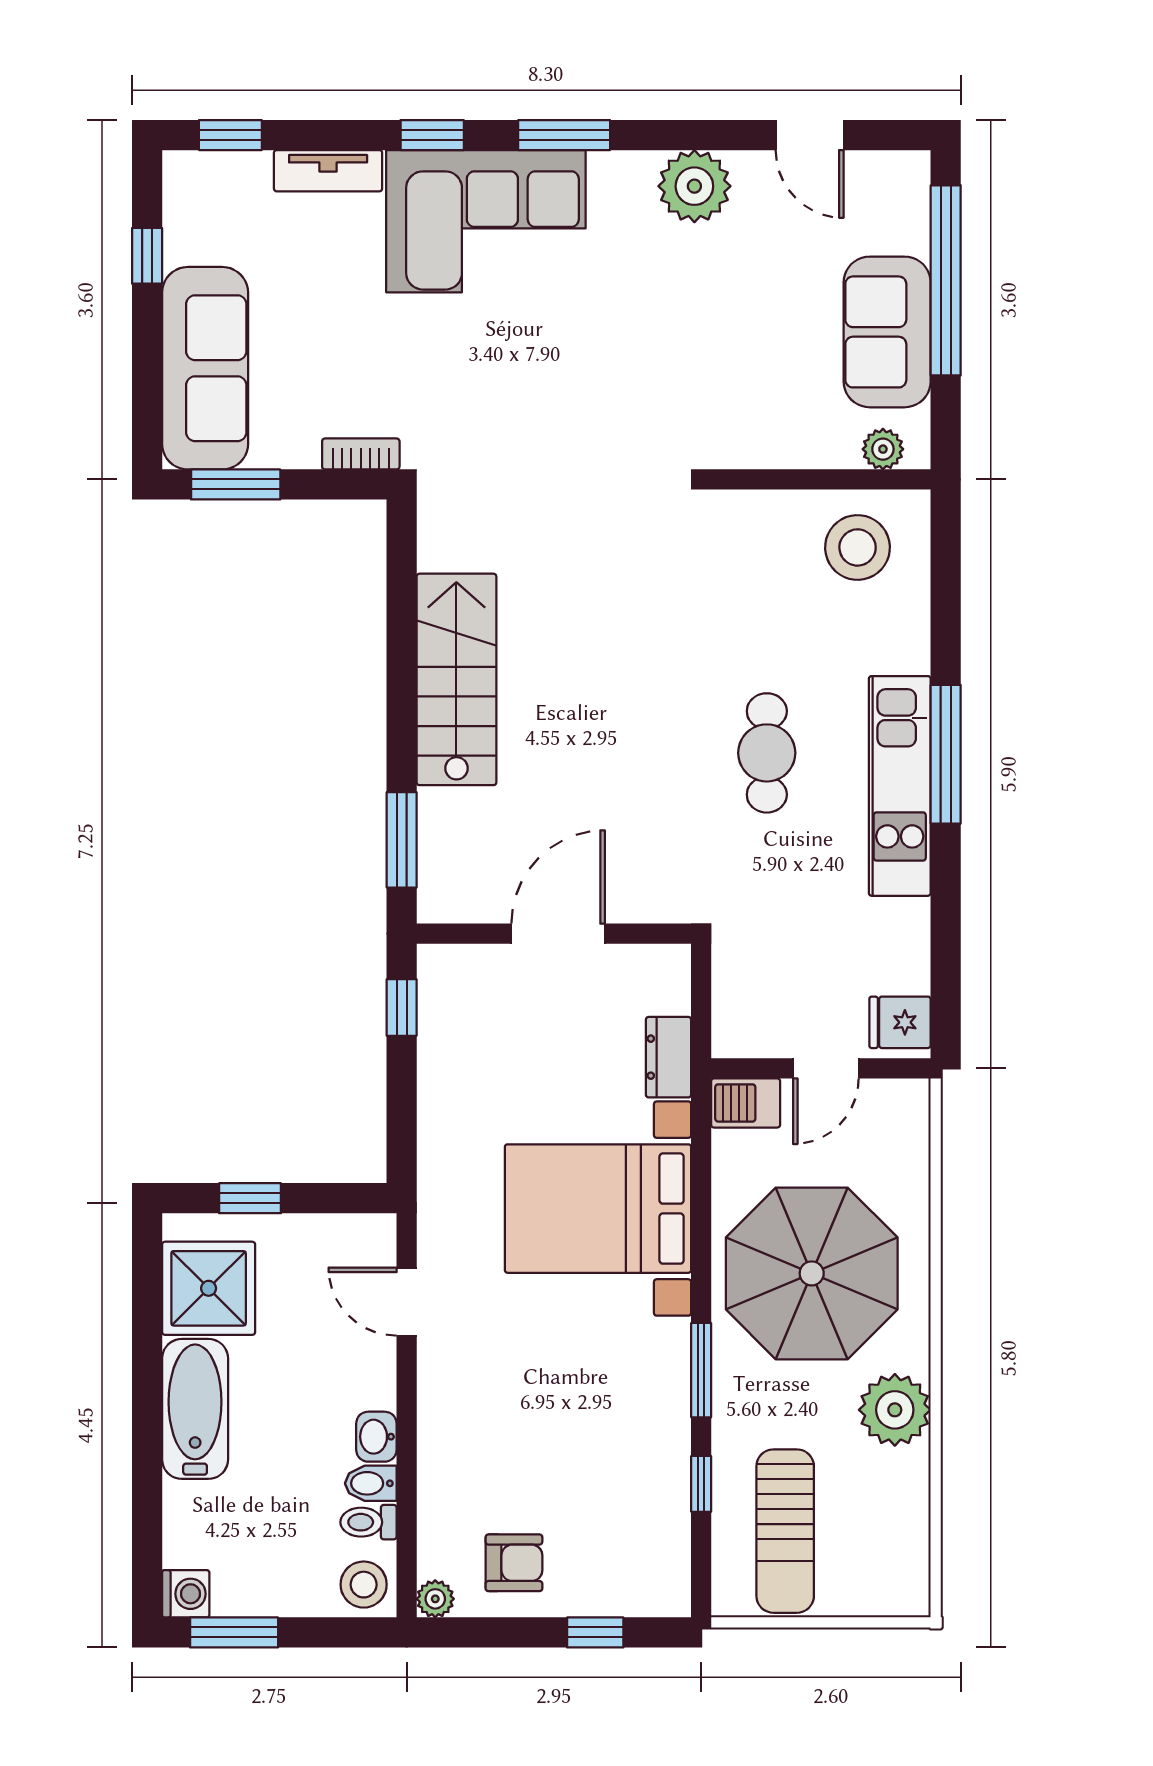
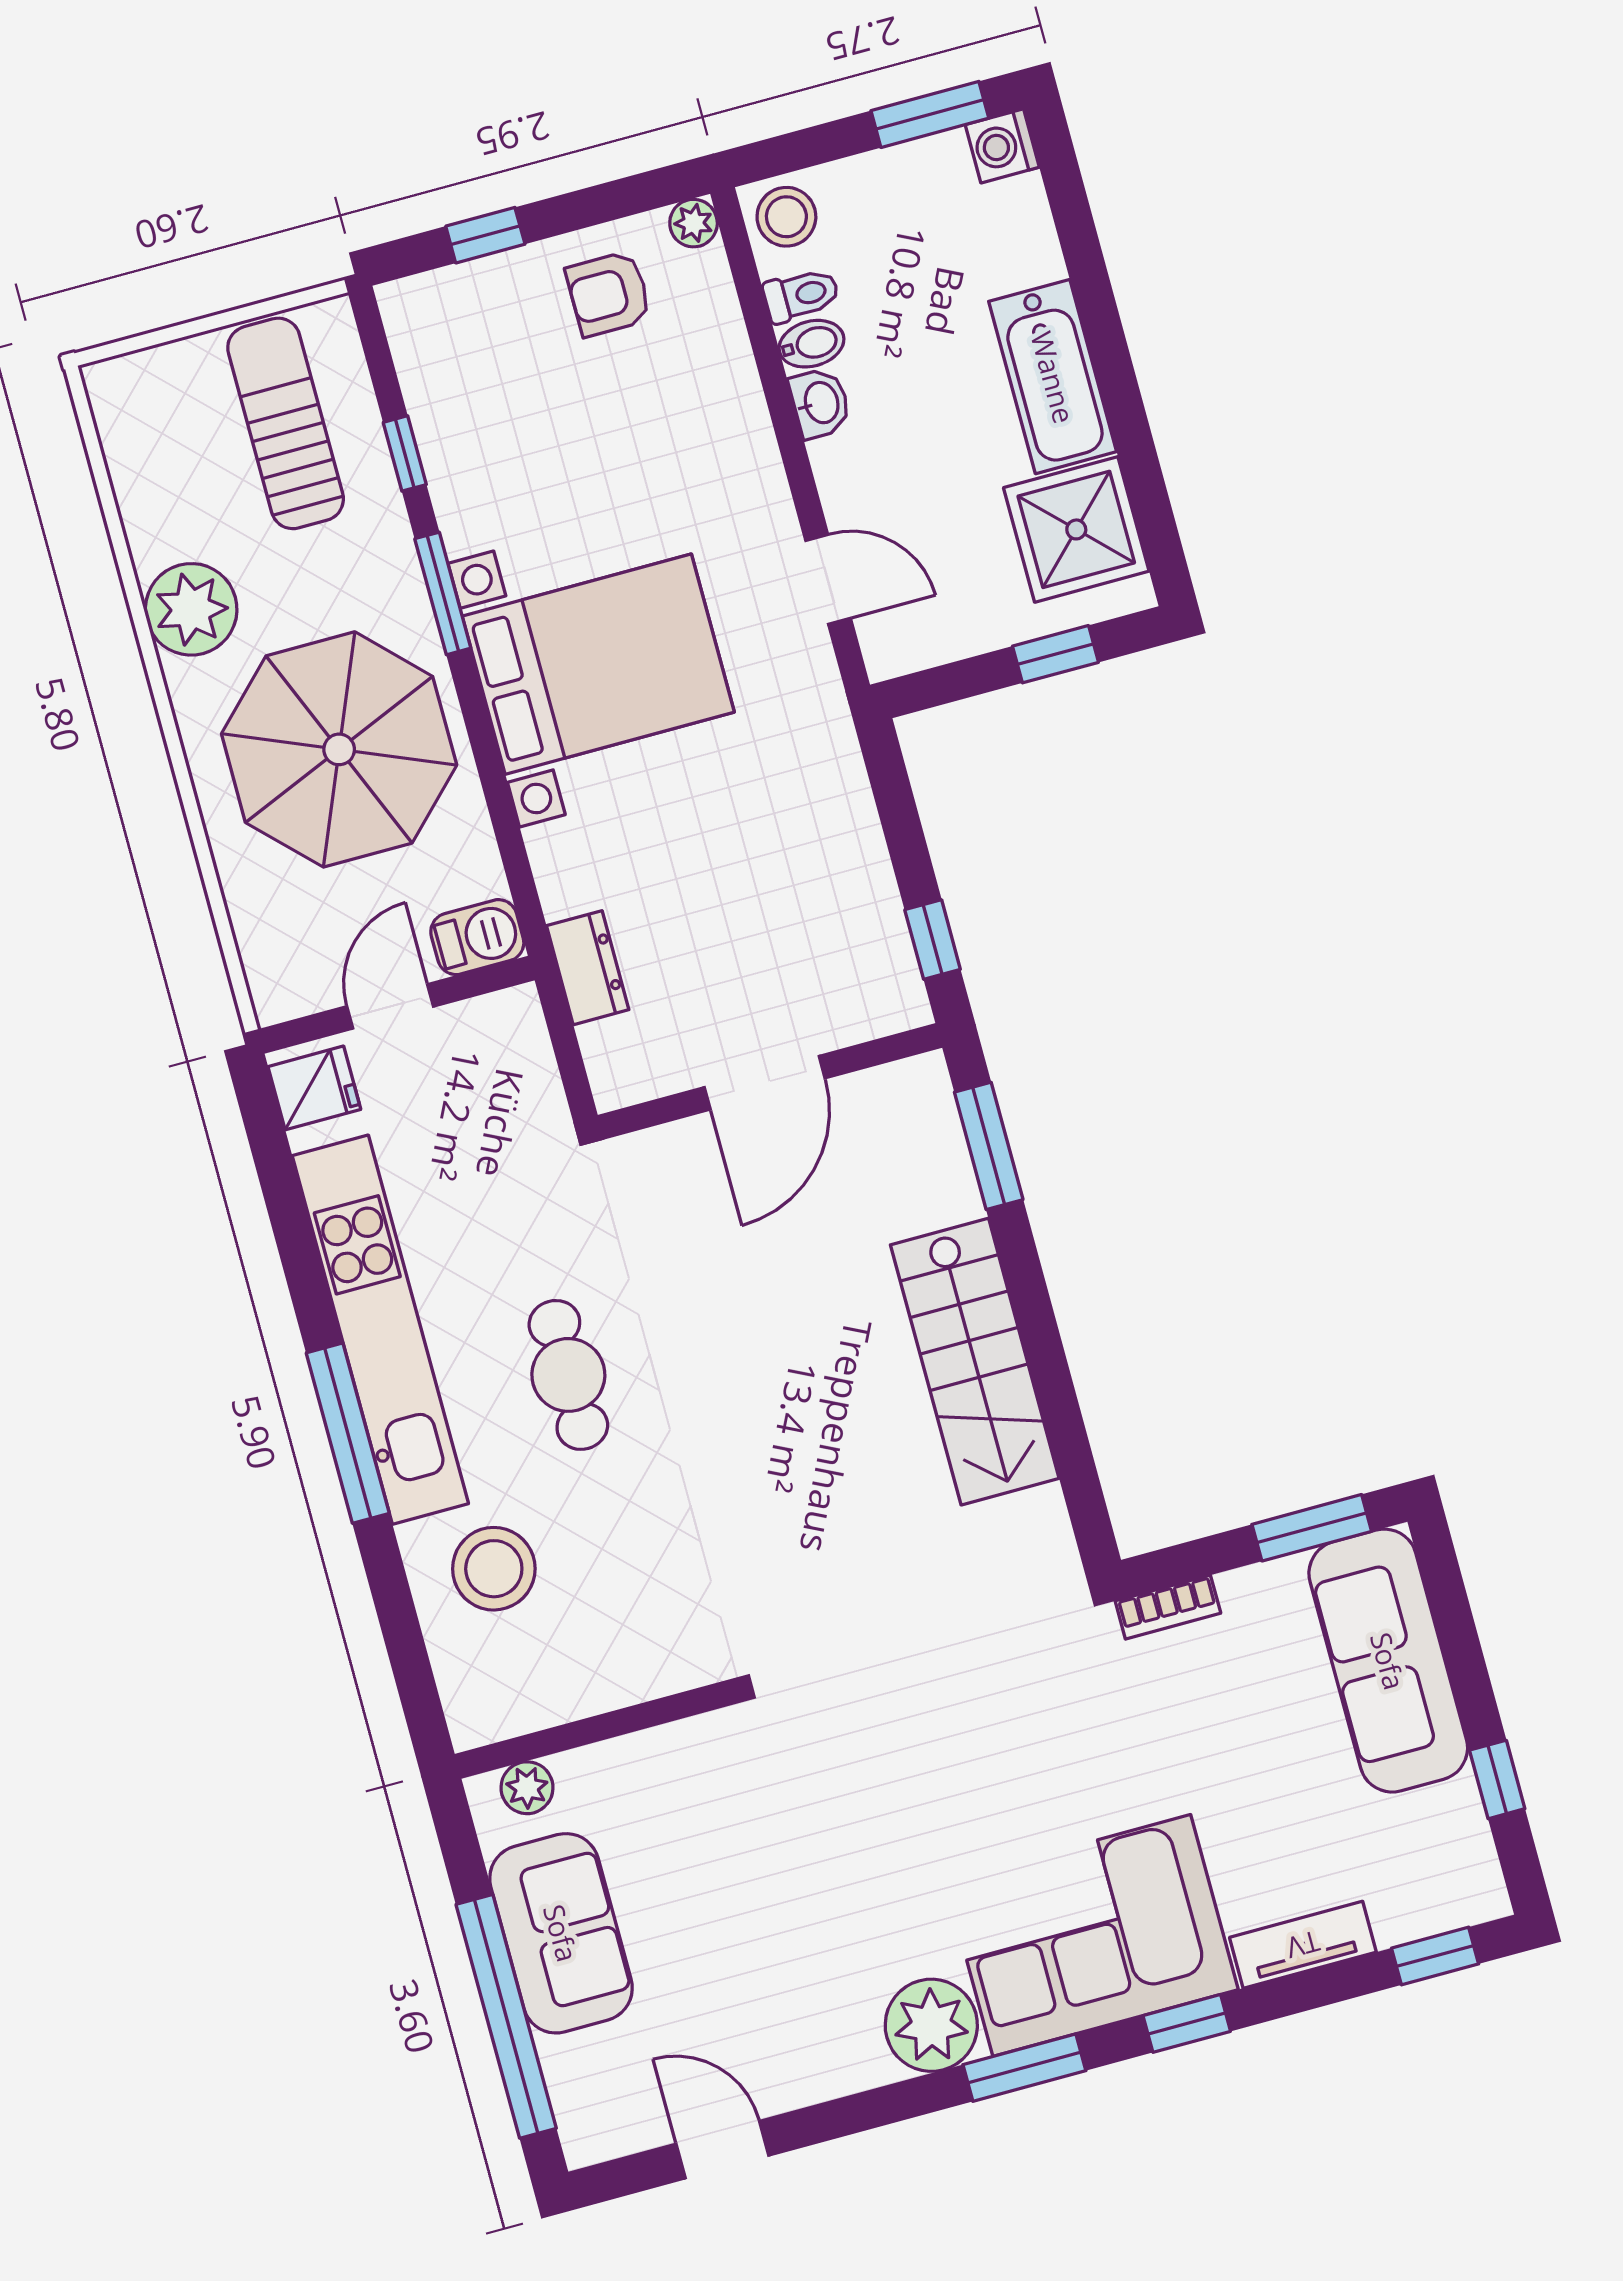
plant: (694, 186) -> (931, 2025), moved
stool: (858, 547) -> (494, 1569), moved
kitchen unit: (900, 786) -> (380, 1330), width x1.36
bed with nightstands: (598, 1209) -> (598, 664), moved

